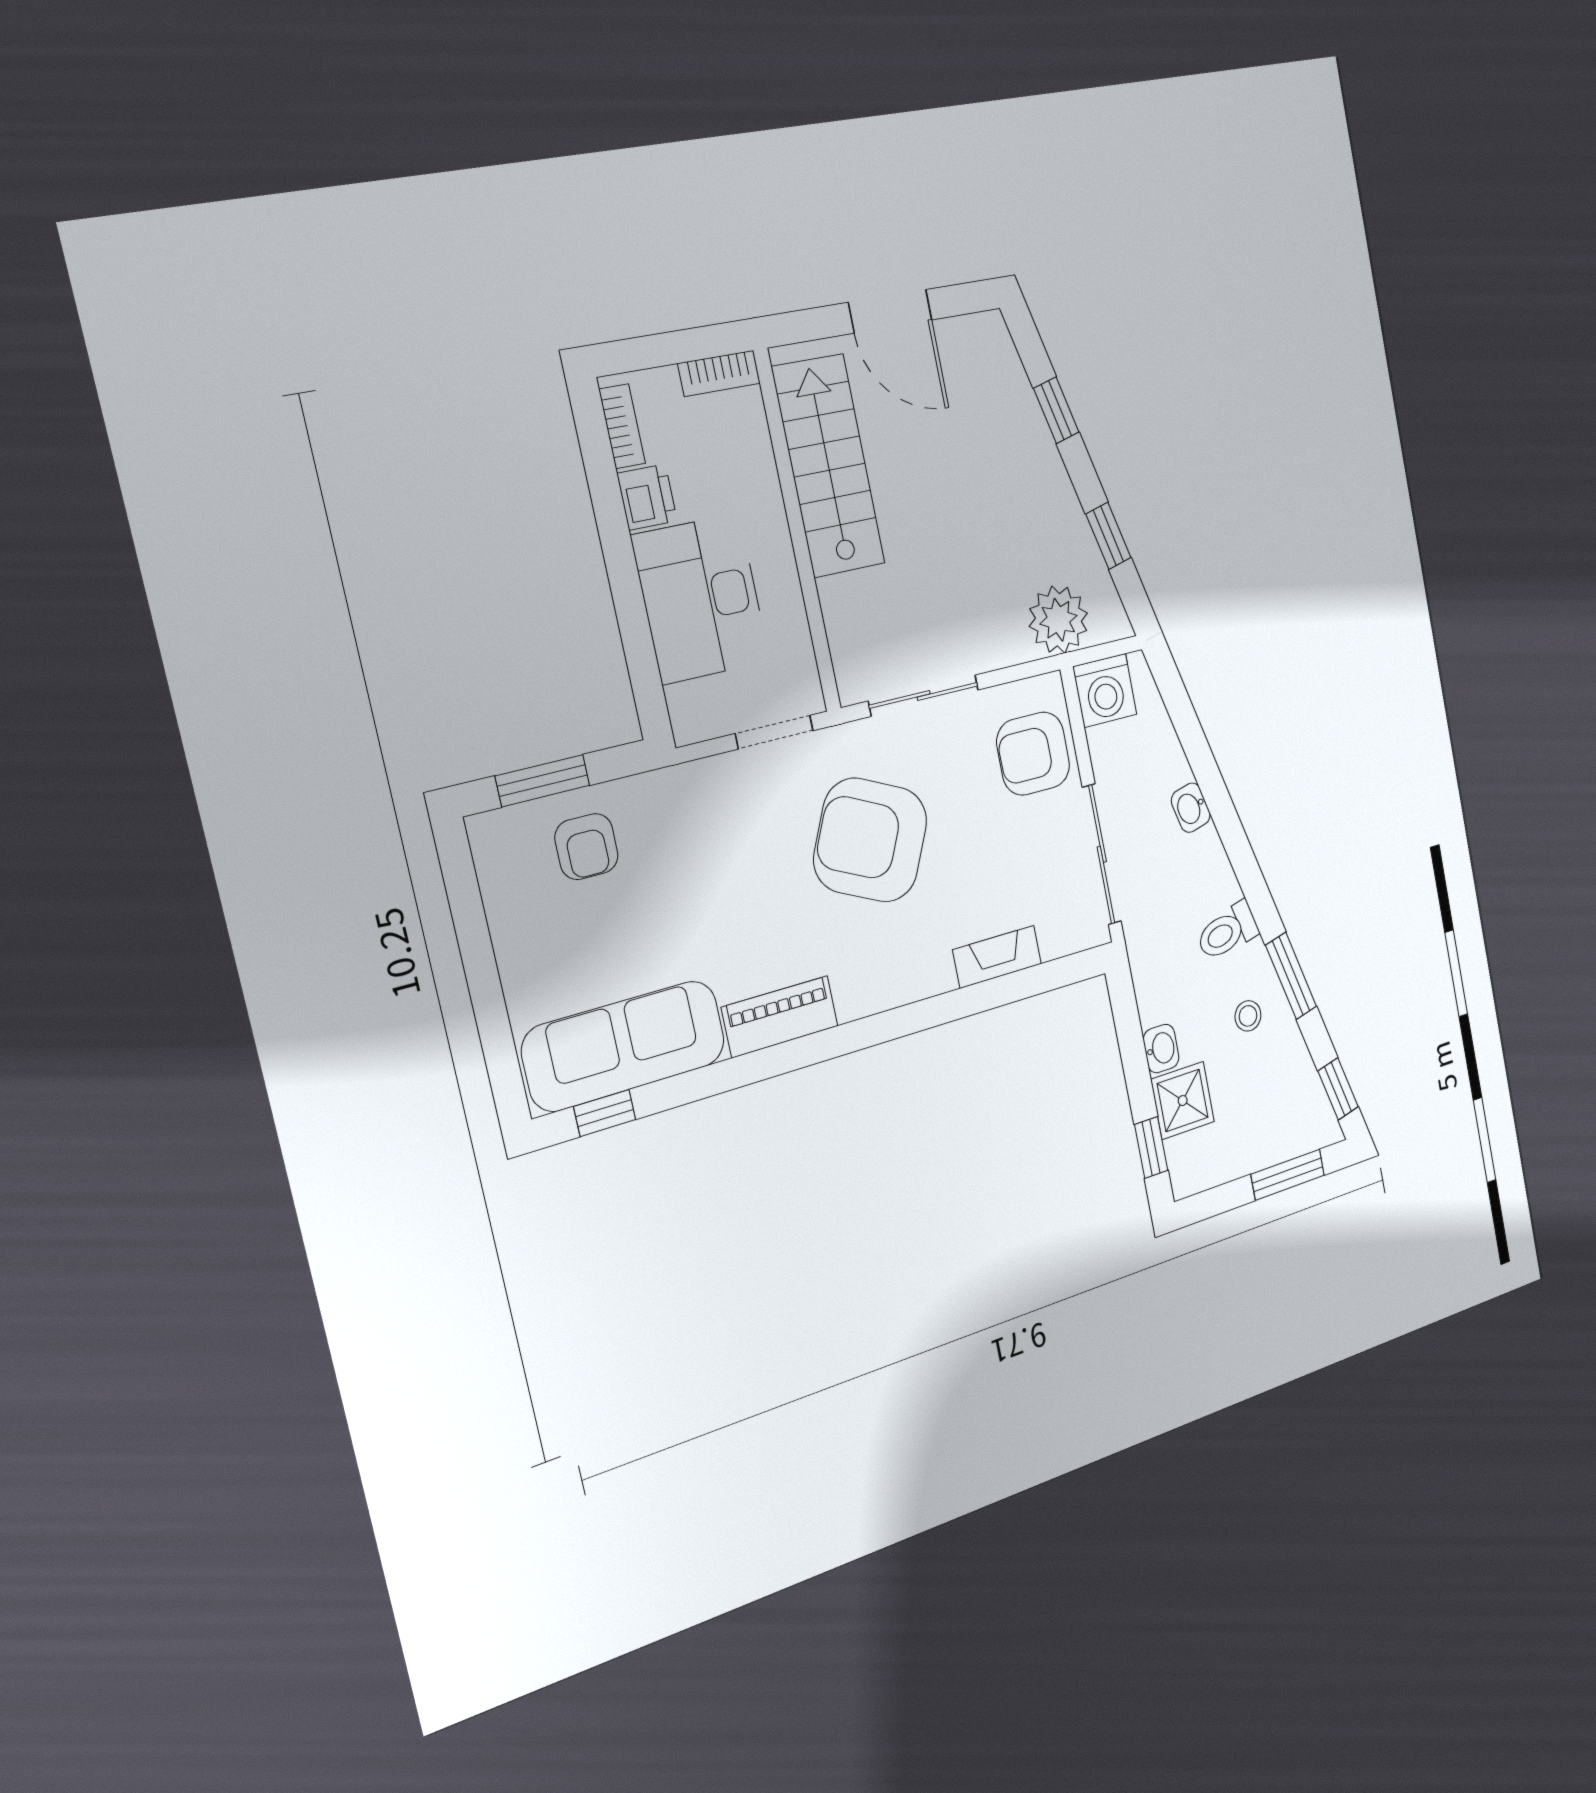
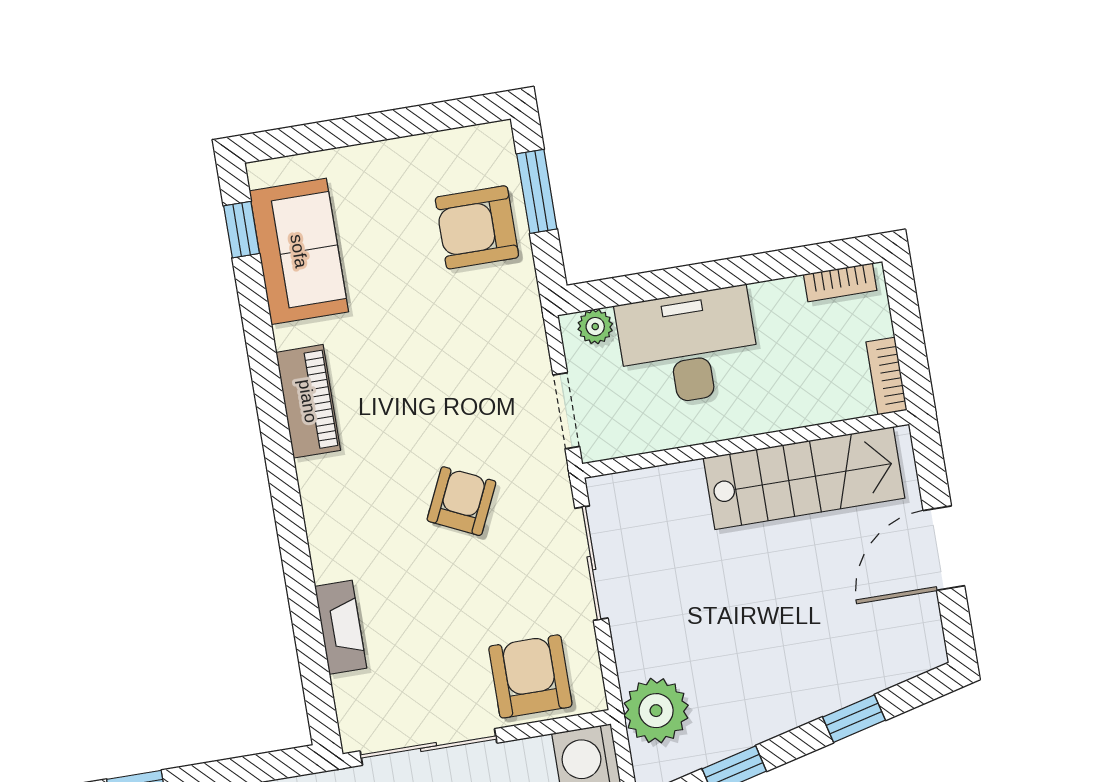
printer: (647, 497) -> (779, 302), removed
plant: (685, 705) -> (595, 327), added
armchair: (870, 840) -> (461, 501), width x0.53, depth x0.53
armchair: (586, 847) -> (477, 227), width x1.38, depth x1.38
sofa: (624, 1046) -> (299, 251), width x0.73

